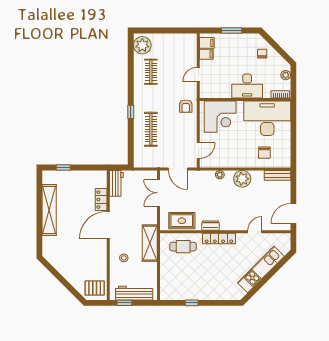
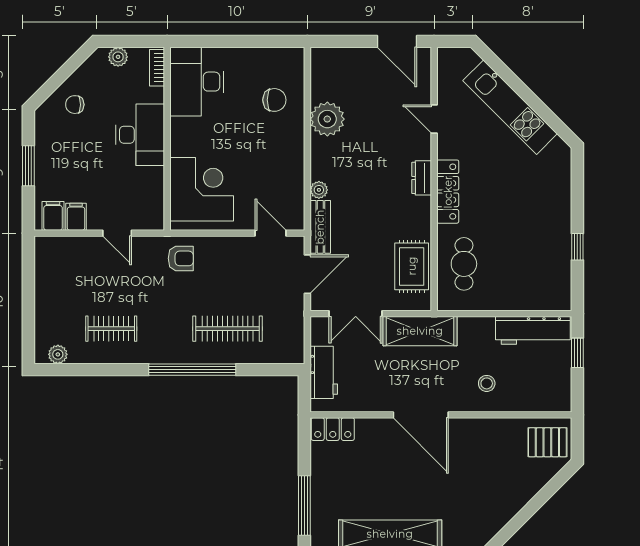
plant: (142, 45) -> (58, 354), width x0.53, depth x0.53
window: (131, 112) -> (192, 370), width x3.17
desk: (267, 118) -> (197, 82), width x0.73, depth x0.77
window: (63, 168) -> (304, 505), width x2.17
bench: (277, 175) -> (320, 227), moved
plant: (242, 179) -> (327, 119), moved
workbench: (116, 183) -> (324, 372), moved, turned 90
locker: (101, 200) -> (333, 429), moved
dresser: (210, 226) -> (422, 178), moved
shelving: (150, 243) -> (420, 331), moved
pallet: (95, 288) -> (547, 442), turned 90
workbench: (134, 293) -> (533, 330), moved, turned -90
window: (124, 303) -> (577, 353), moved

